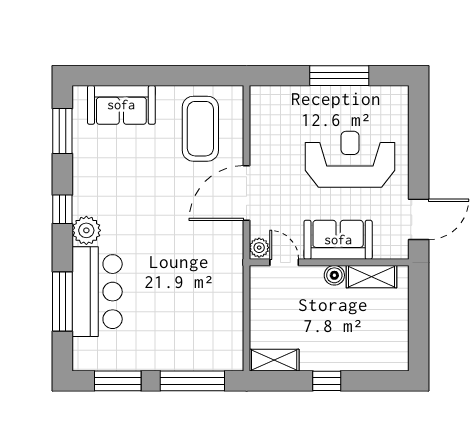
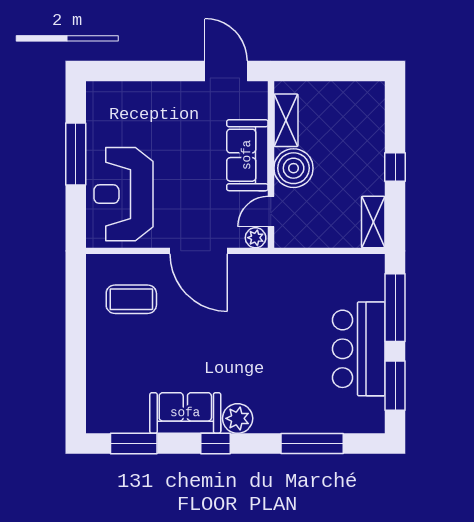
sofa: (121, 105) -> (185, 413), moved, turned -90
coffee table: (200, 129) -> (131, 299), width x0.73, depth x0.76
reception desk: (350, 159) -> (123, 194), moved
boiler: (334, 275) -> (294, 168), width x1.86, depth x1.86
bar counter: (97, 292) -> (359, 349), moved, turned -90

